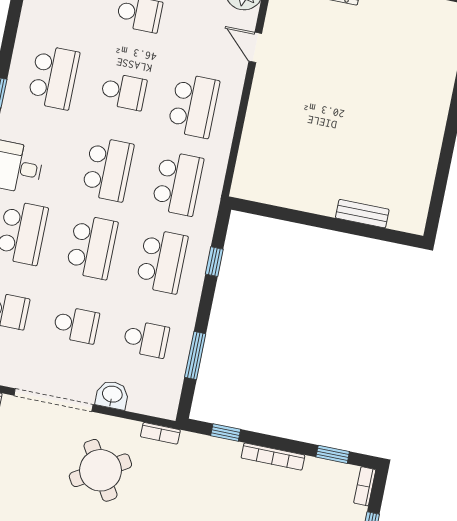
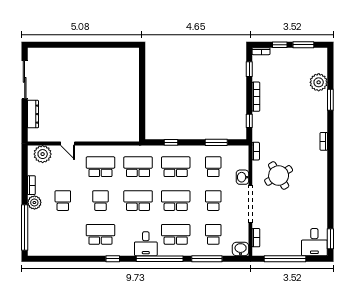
door: (255, 47) -> (68, 144), hinge flipped
bench: (362, 214) -> (135, 78), removed

